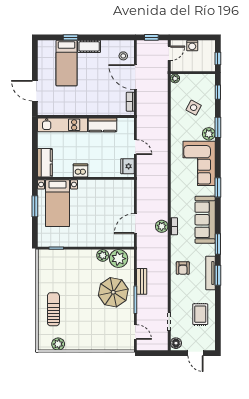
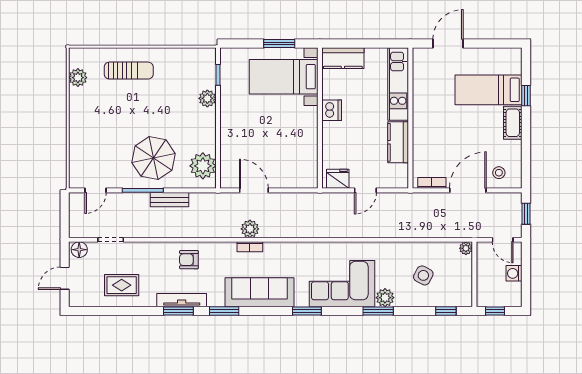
window: (218, 127) -> (378, 311), moved
plant: (103, 255) -> (207, 98), moved

